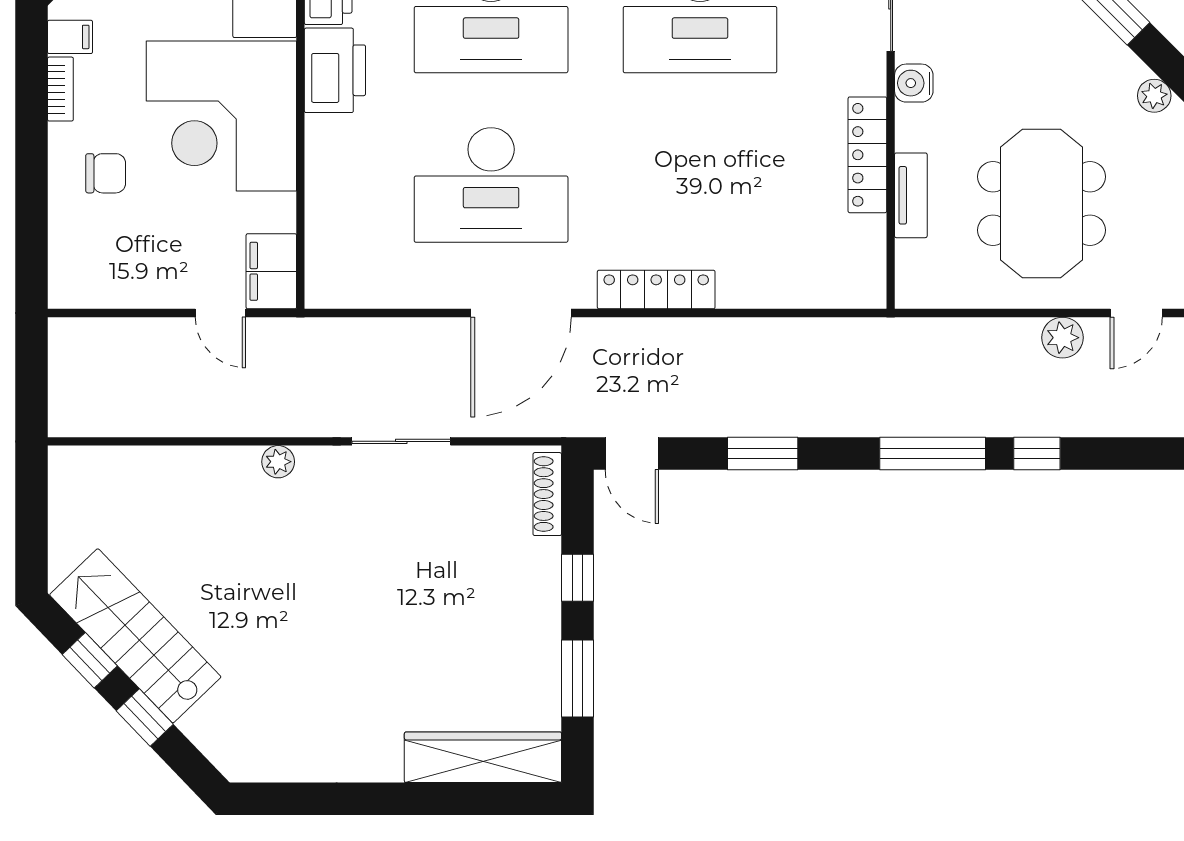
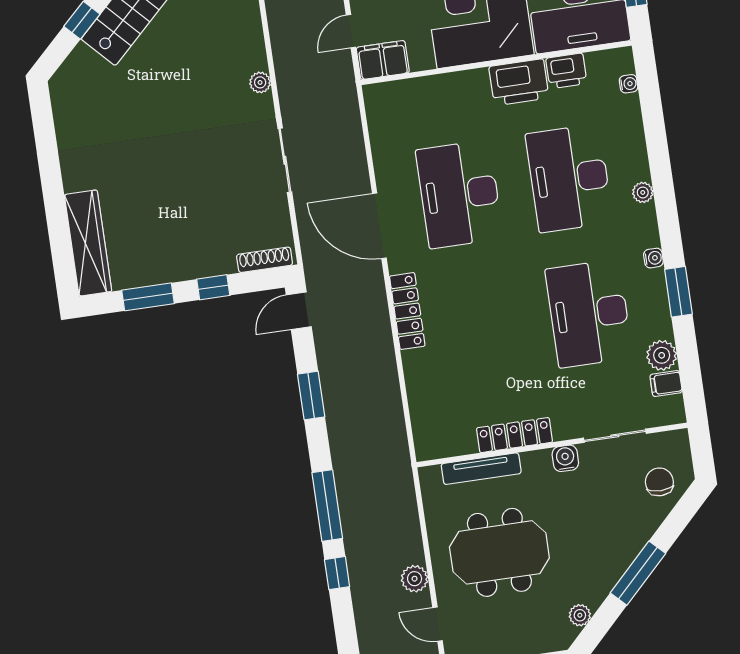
tv unit: (911, 195) -> (481, 469), width x1.41

